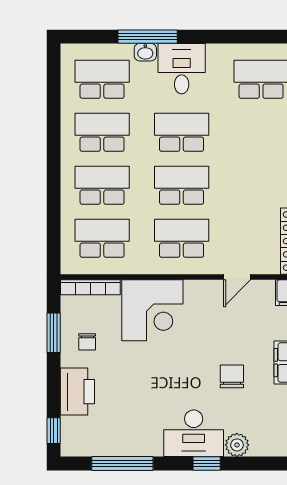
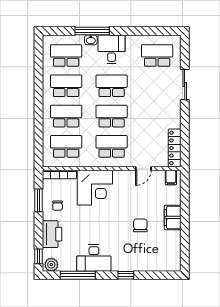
desk: (194, 433) -> (94, 258), moved
plant: (237, 445) -> (51, 265), moved

